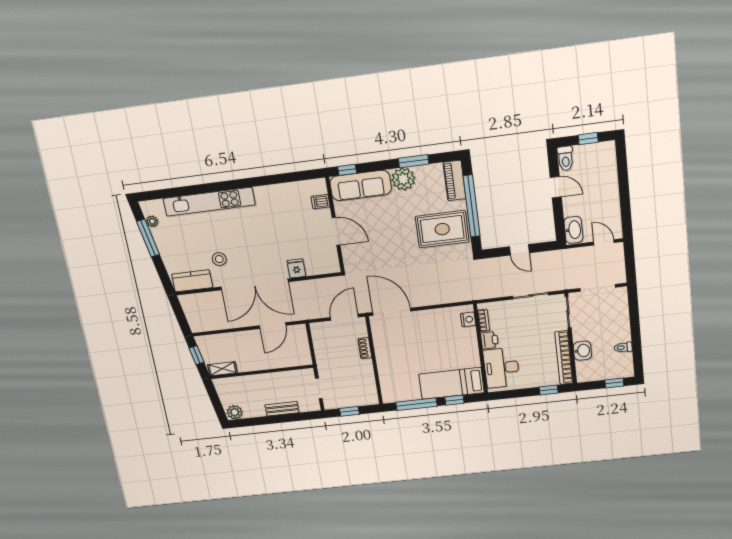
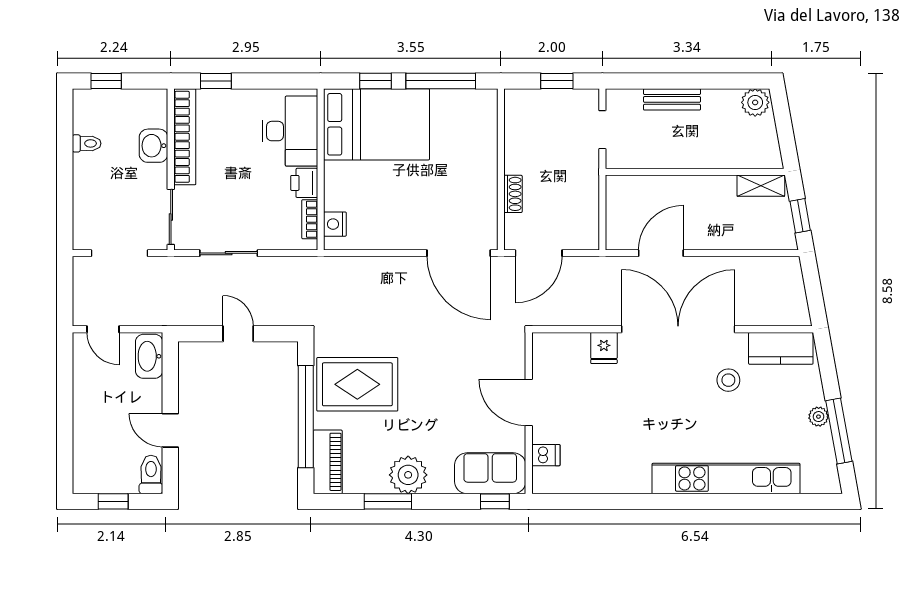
sofa: (361, 185) -> (490, 473), width x0.73
plant: (152, 221) -> (818, 417), moved
bed: (452, 383) -> (377, 124), width x1.50

